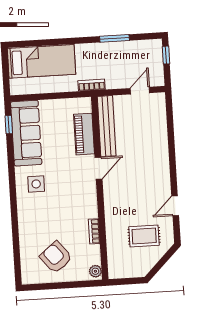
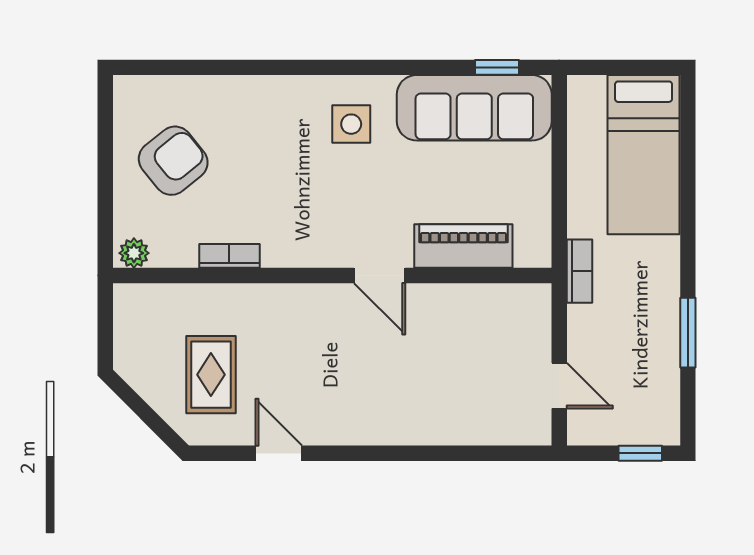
bench: (107, 126) -> (479, 301), removed

